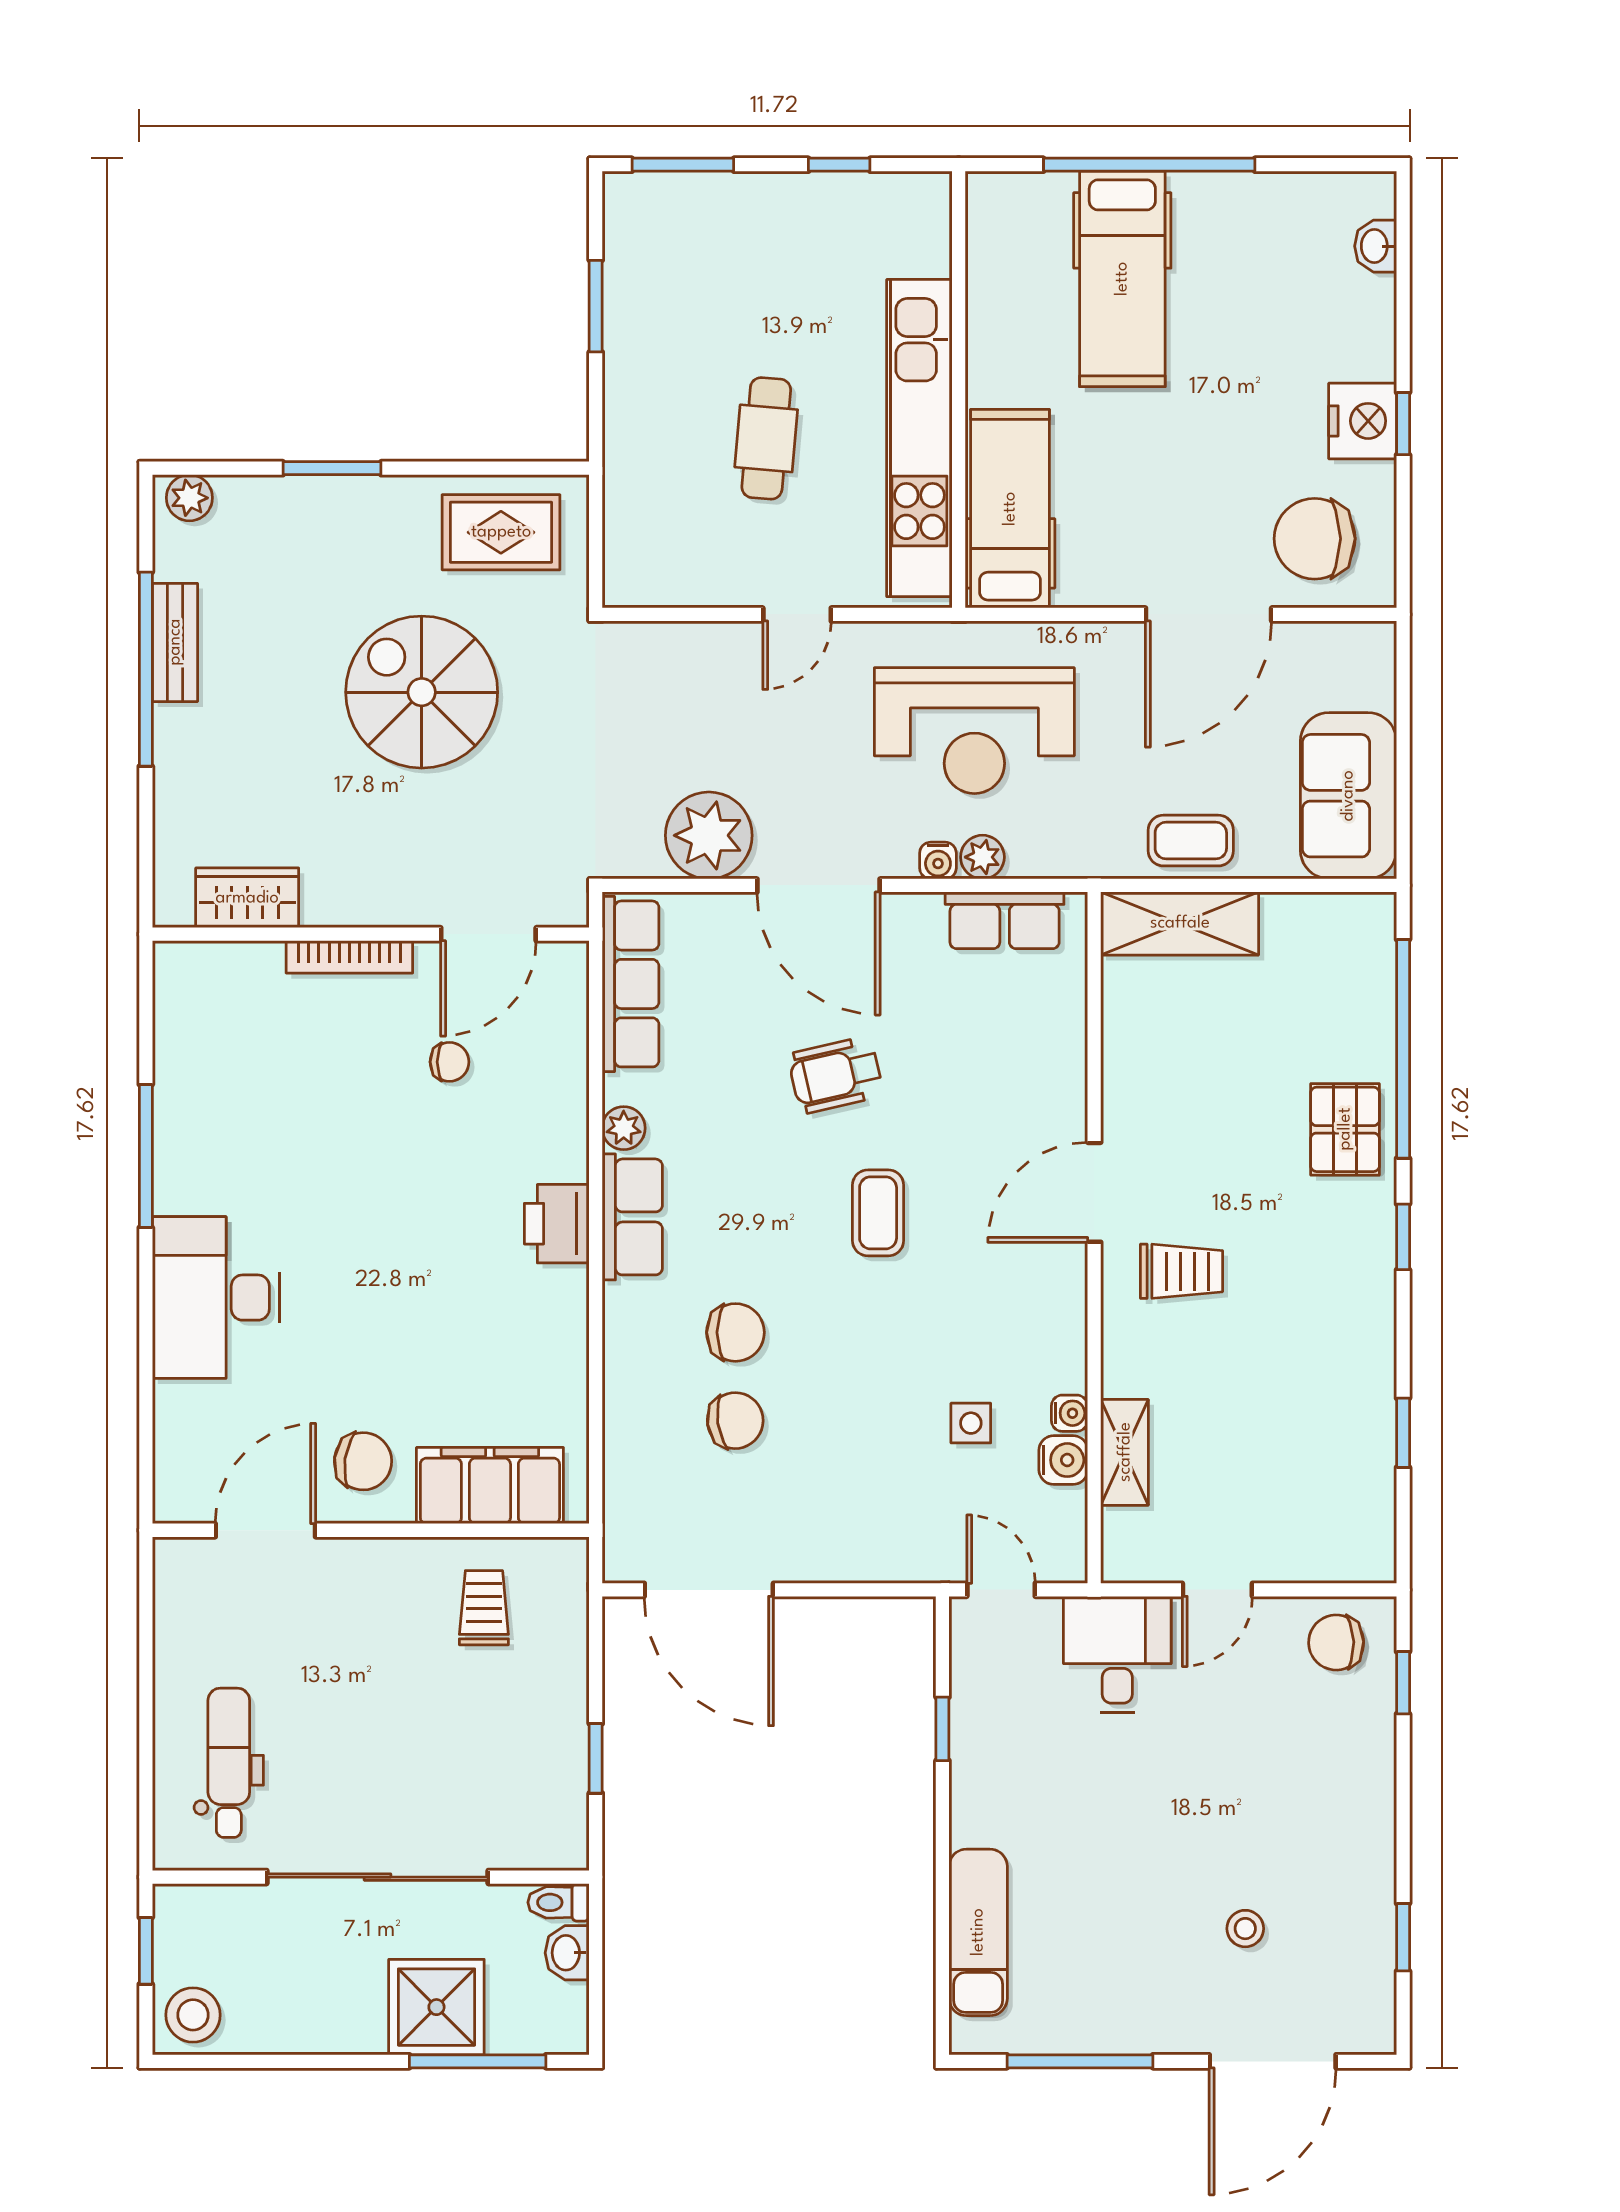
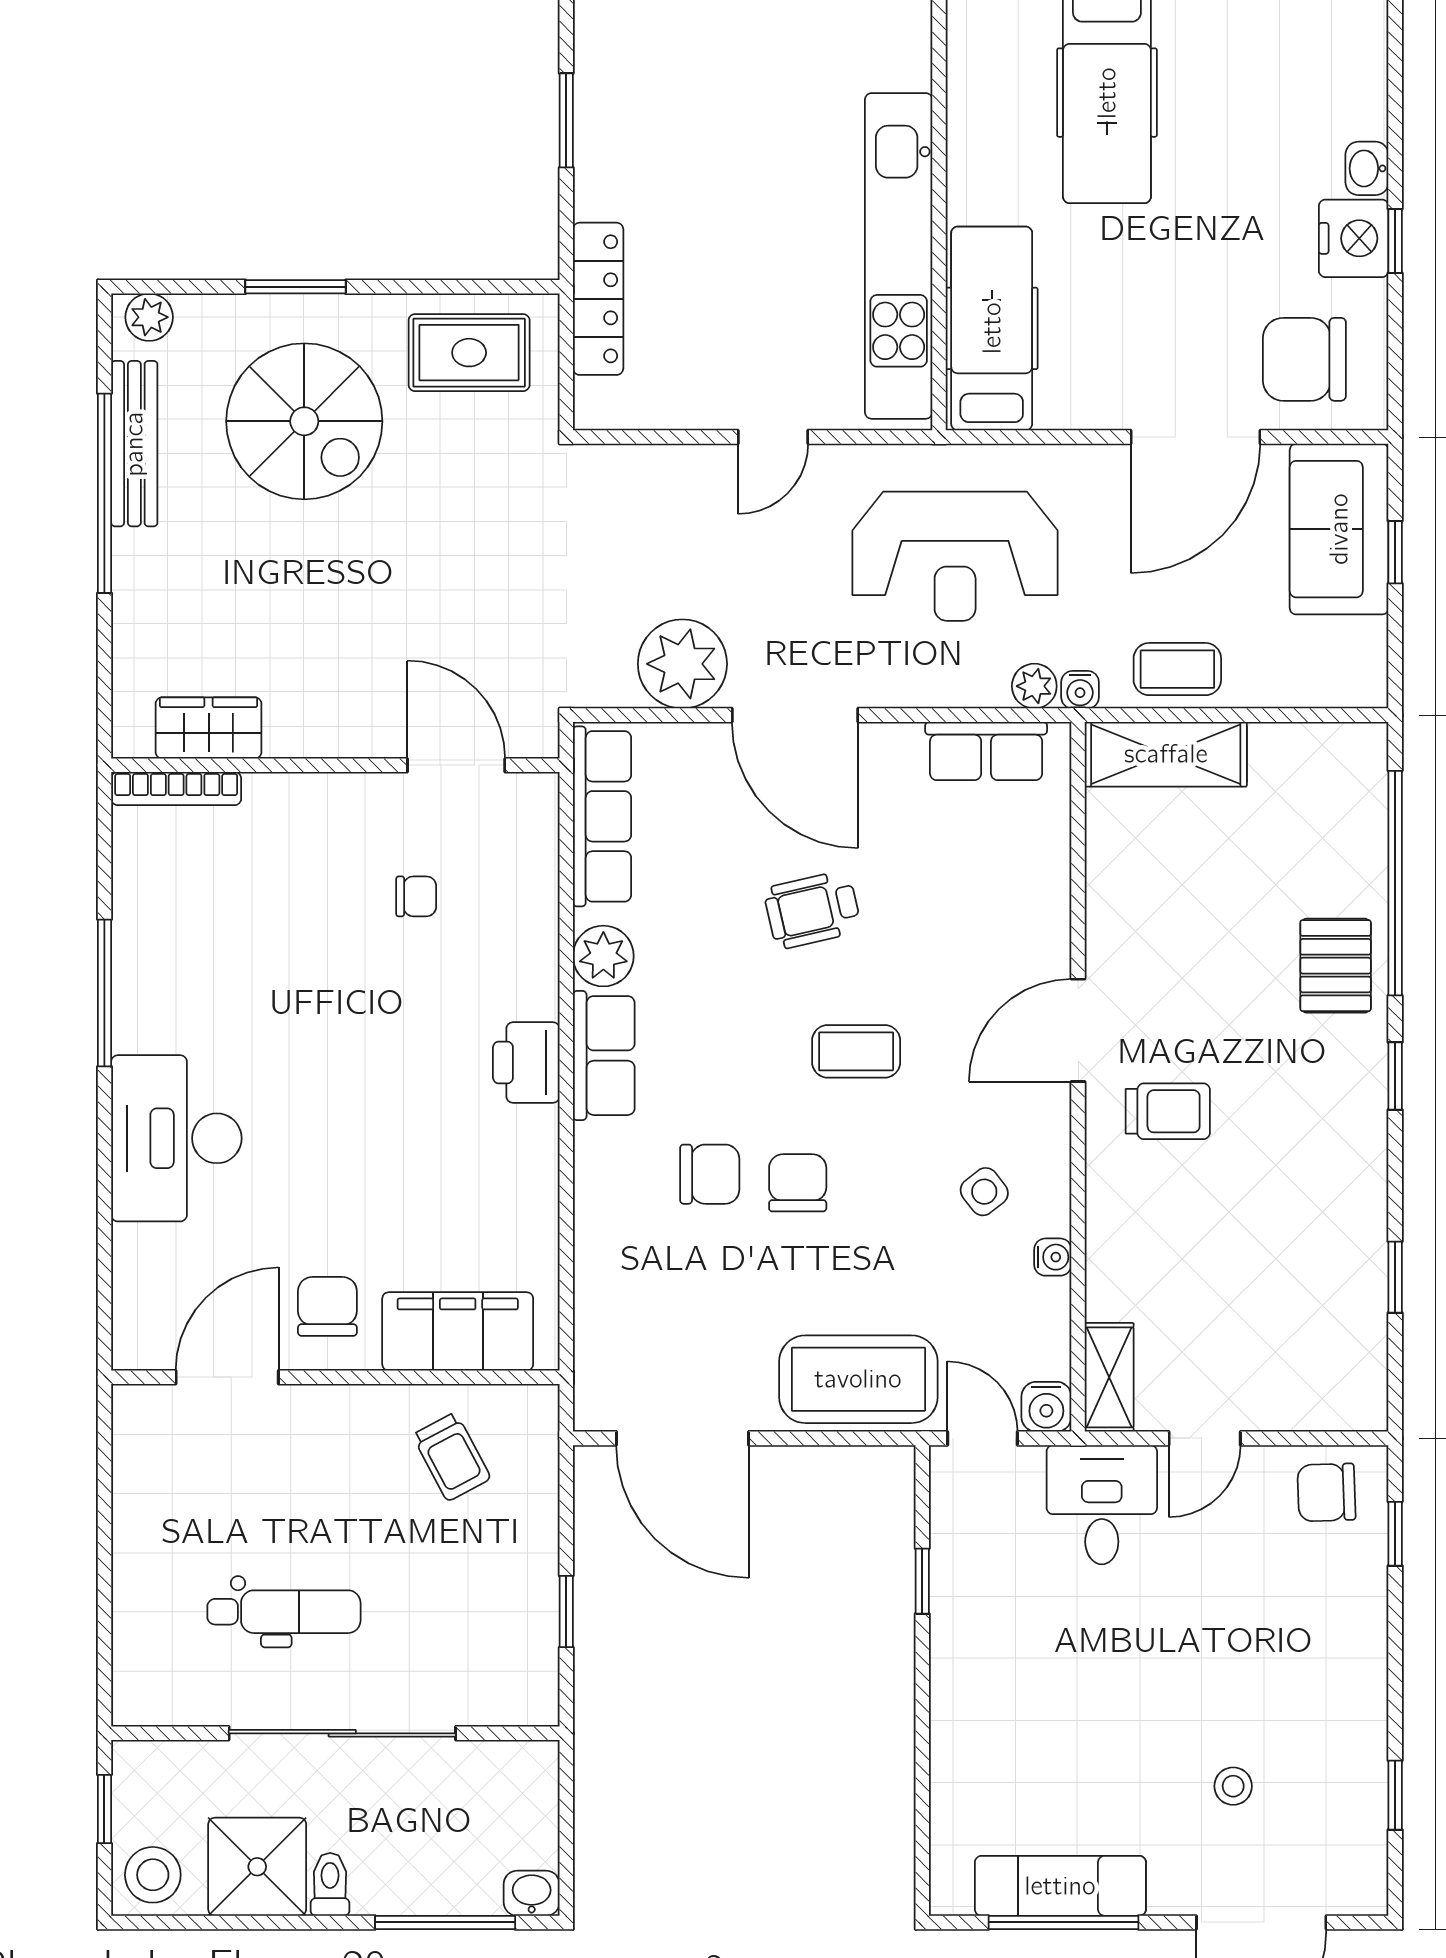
washbasin: (1376, 246) -> (1367, 168), moved
cafe table: (766, 438) -> (741, 256), removed
locker: (627, 480) -> (598, 299), added
bench: (175, 642) -> (134, 444), width x1.36
spiral stairs: (422, 692) -> (304, 421), moved, turned 180
window: (1403, 727) -> (1395, 552), added
sofa: (1348, 796) -> (1339, 529), moved
plant: (982, 857) -> (1034, 686), moved
water cooler: (938, 861) -> (1080, 690), moved
door: (488, 934) -> (456, 765), swing flipped
bookcase: (349, 957) -> (176, 789), moved
plant: (624, 1128) -> (603, 956), width x1.38, depth x1.38
coffee table: (878, 1213) -> (856, 1051), turned 90
chair: (735, 1421) -> (798, 1183), moved, turned -82
side table: (971, 1423) -> (984, 1192), moved, turned -38
shelving: (1125, 1452) -> (1109, 1377), moved
water cooler: (1063, 1460) -> (1046, 1407), moved, turned 90
chair: (363, 1461) -> (327, 1306), turned -98
coffee table: (880, 1532) -> (858, 1379), added
trolley: (484, 1608) -> (452, 1457), turned 152
dental chair: (229, 1763) -> (284, 1612), moved, turned 90
toilet: (558, 1902) -> (330, 1884), moved, turned 90
exam couch: (978, 1932) -> (1060, 1886), moved, turned -90
washbasin: (567, 1953) -> (532, 1893), moved, turned 90
shower: (436, 2007) -> (257, 1867), moved

